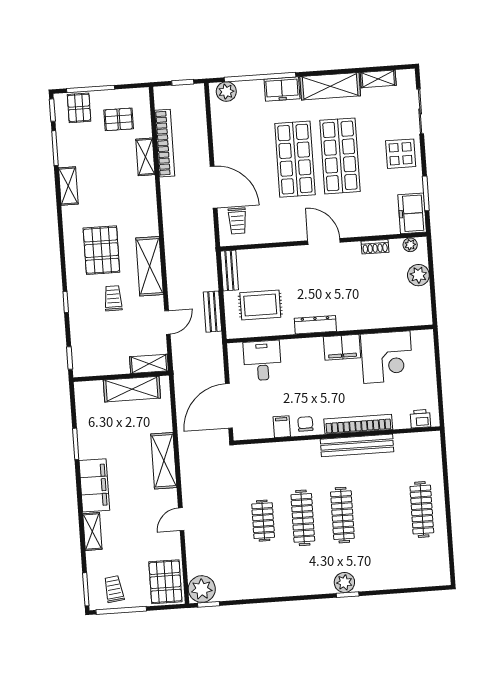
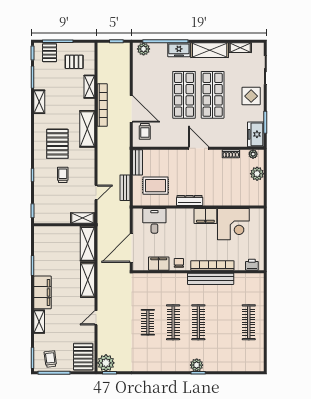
bookcase: (165, 143) -> (102, 105), moved
shelving: (150, 266) -> (87, 129), moved
shelving: (132, 389) -> (88, 244), moved, turned 90
filing cabinet: (282, 427) -> (159, 264), width x2.00

